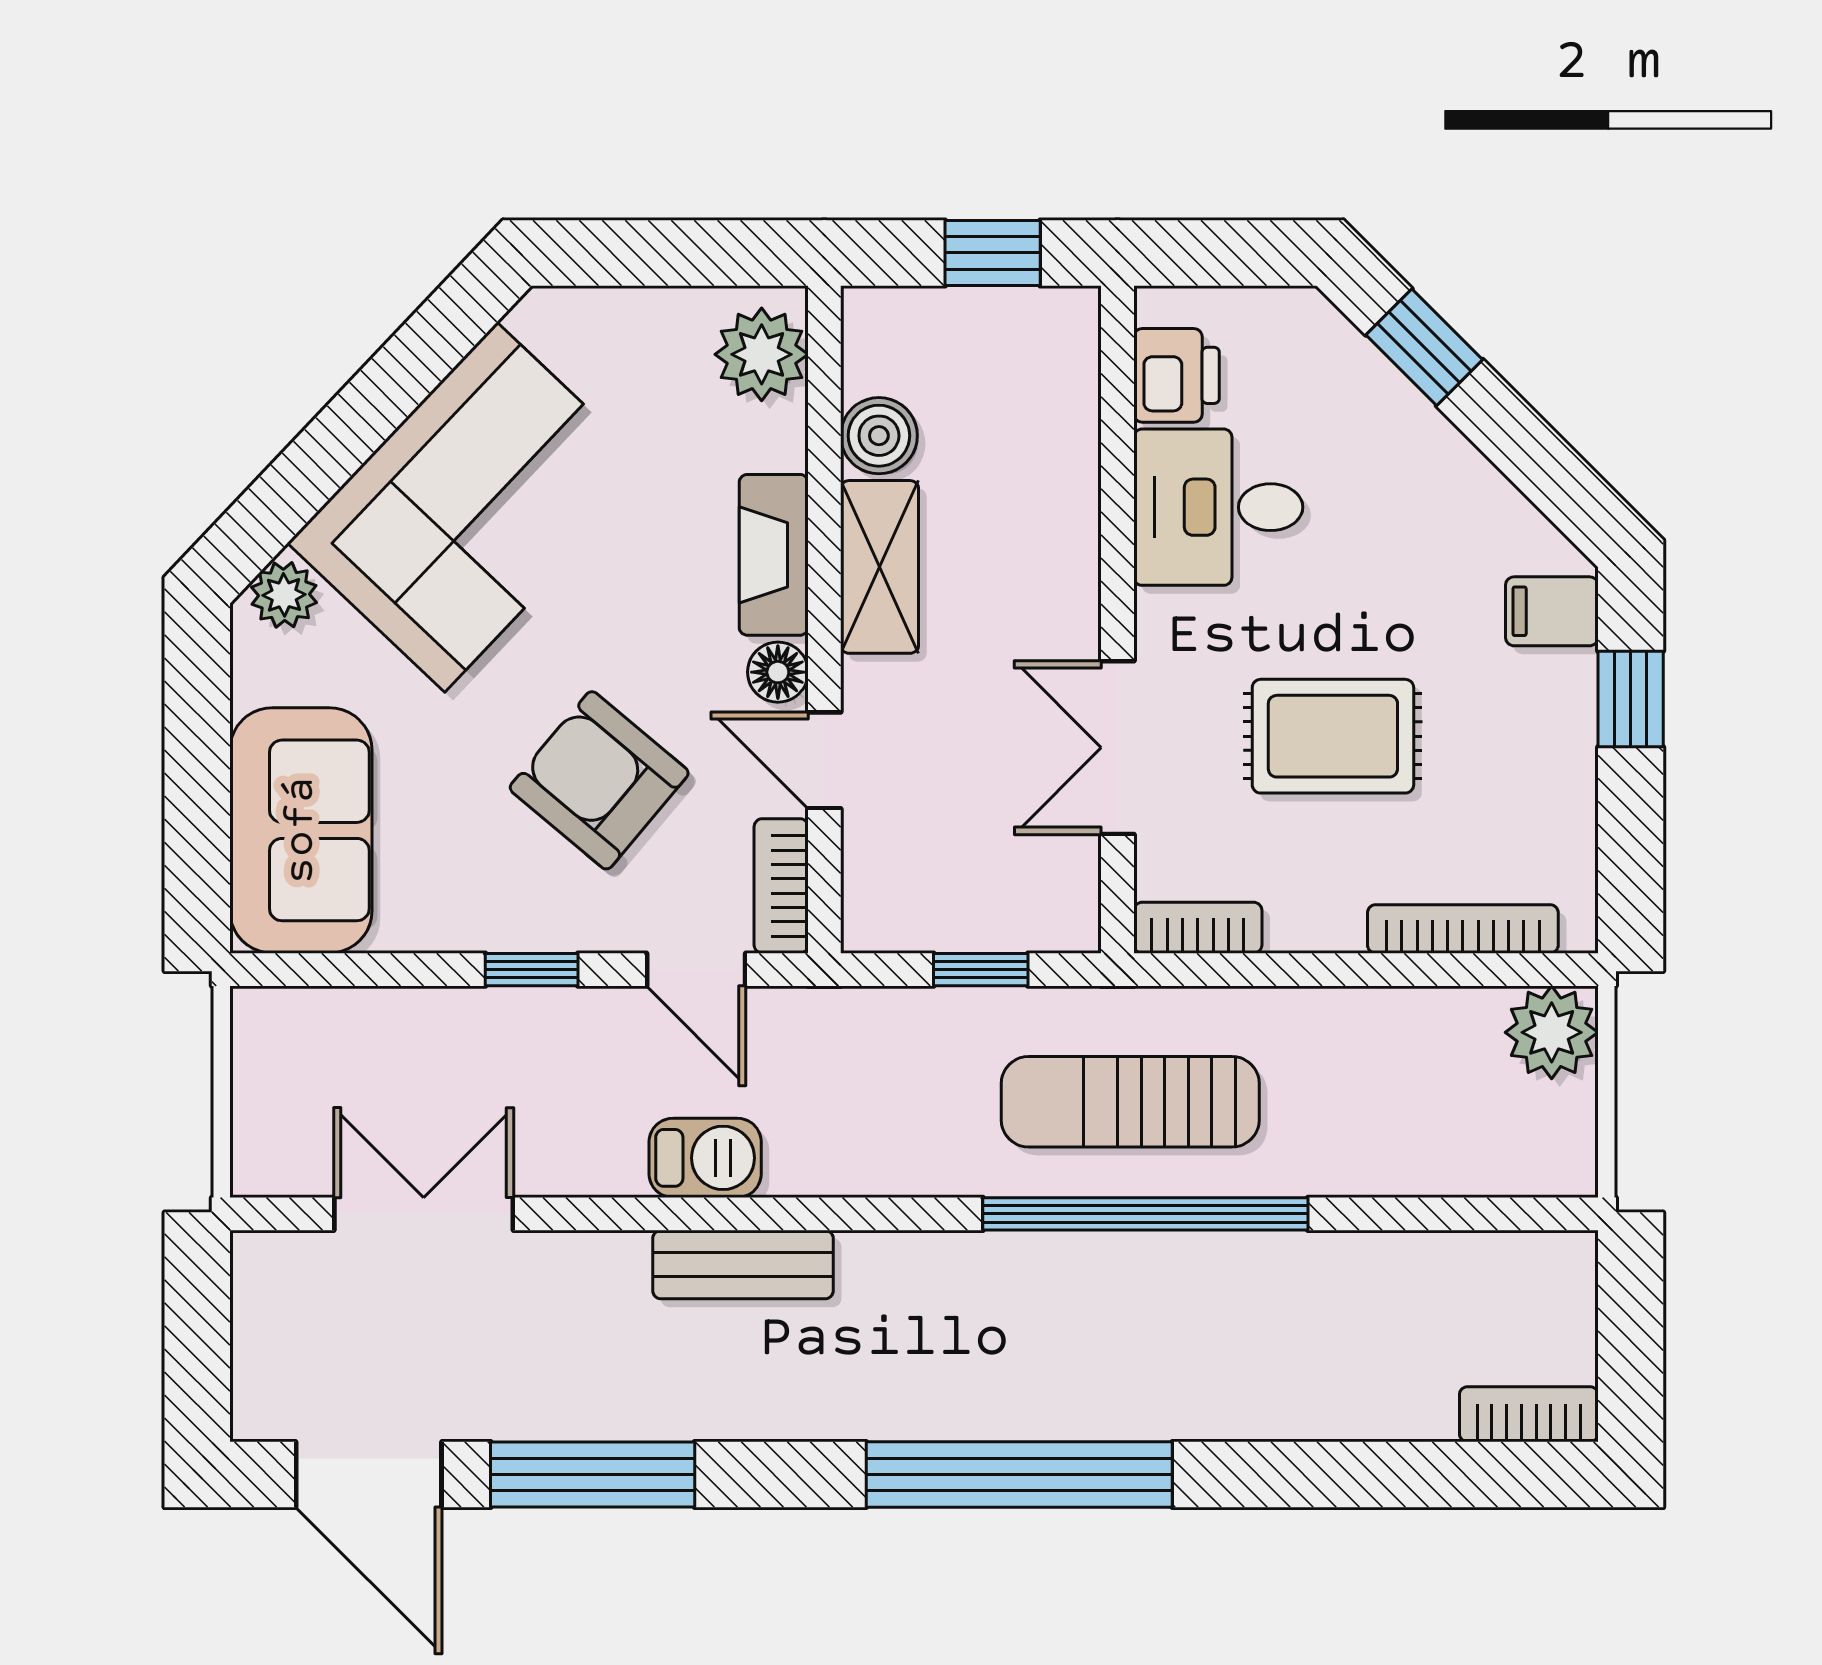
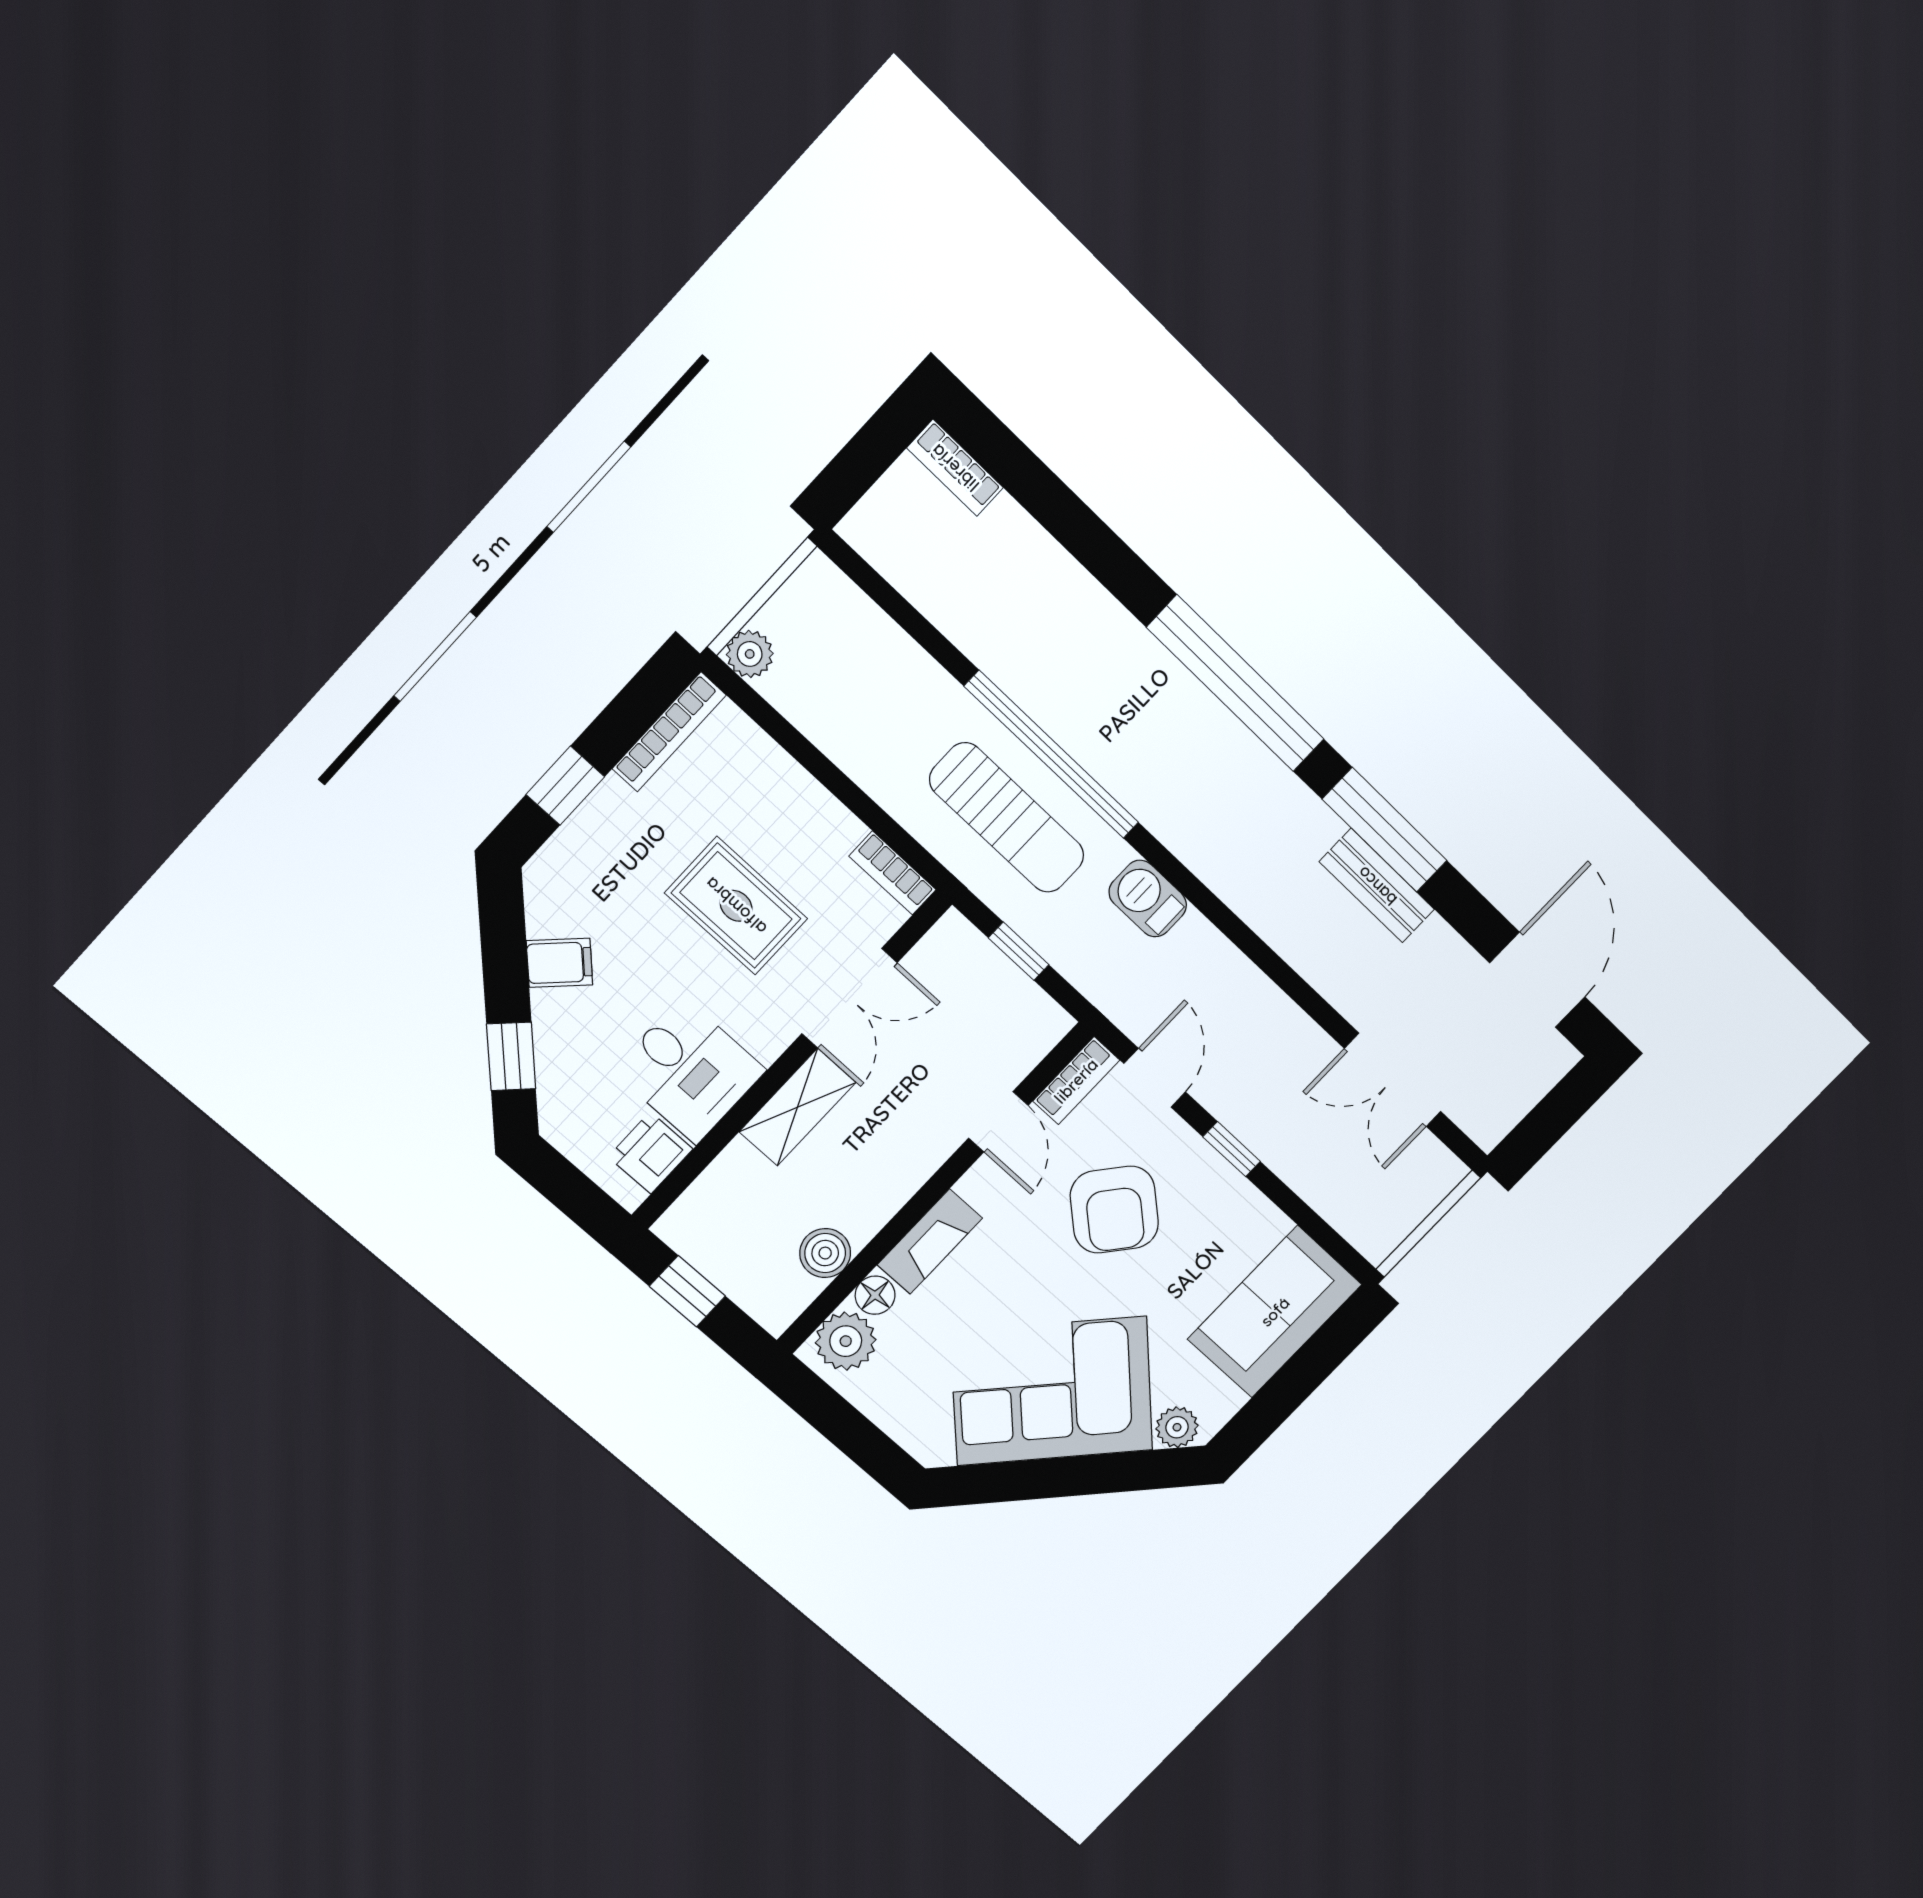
shelving: (880, 567) -> (797, 1107), moved
filing cabinet: (1552, 611) -> (560, 963), moved, turned -45
floor lamp: (778, 672) -> (875, 1295), moved
bookcase: (1463, 929) -> (669, 732), moved, turned -90
plant: (1552, 1032) -> (750, 654), width x0.73, depth x0.73
barbecue: (705, 1158) -> (1148, 899), moved
bench: (743, 1265) -> (1377, 886), moved
window: (593, 1474) -> (1385, 830), moved

